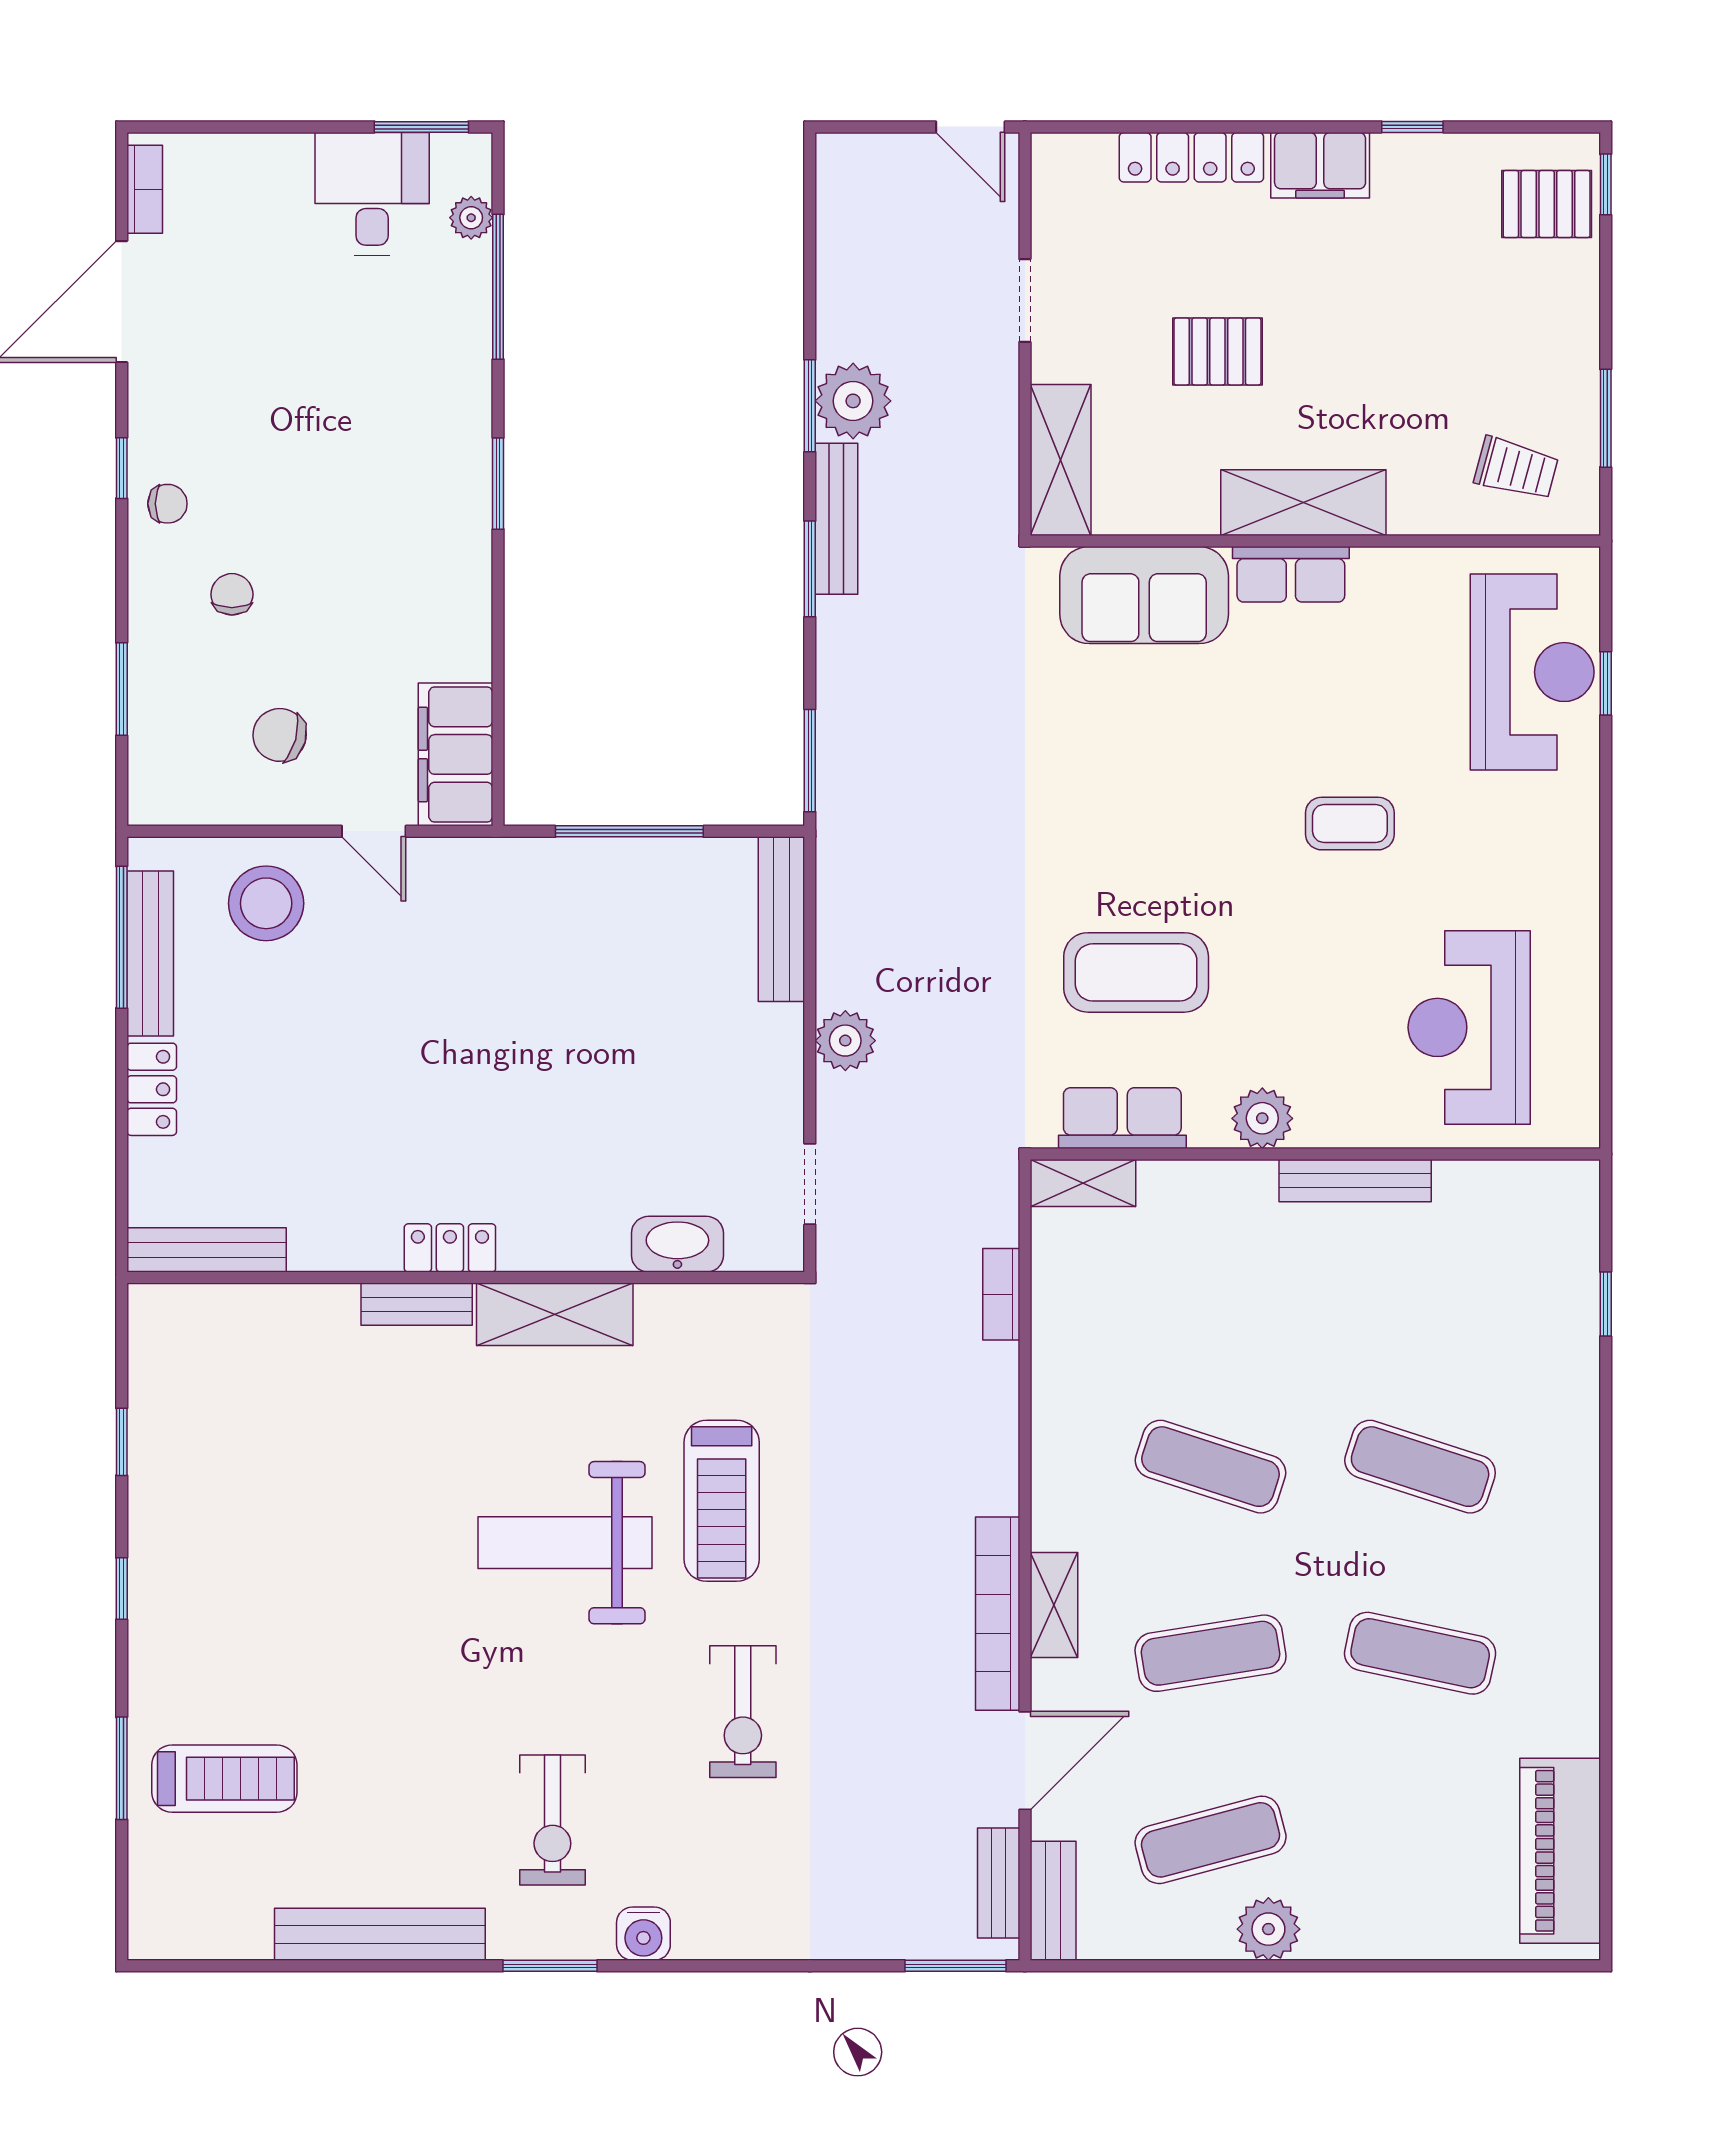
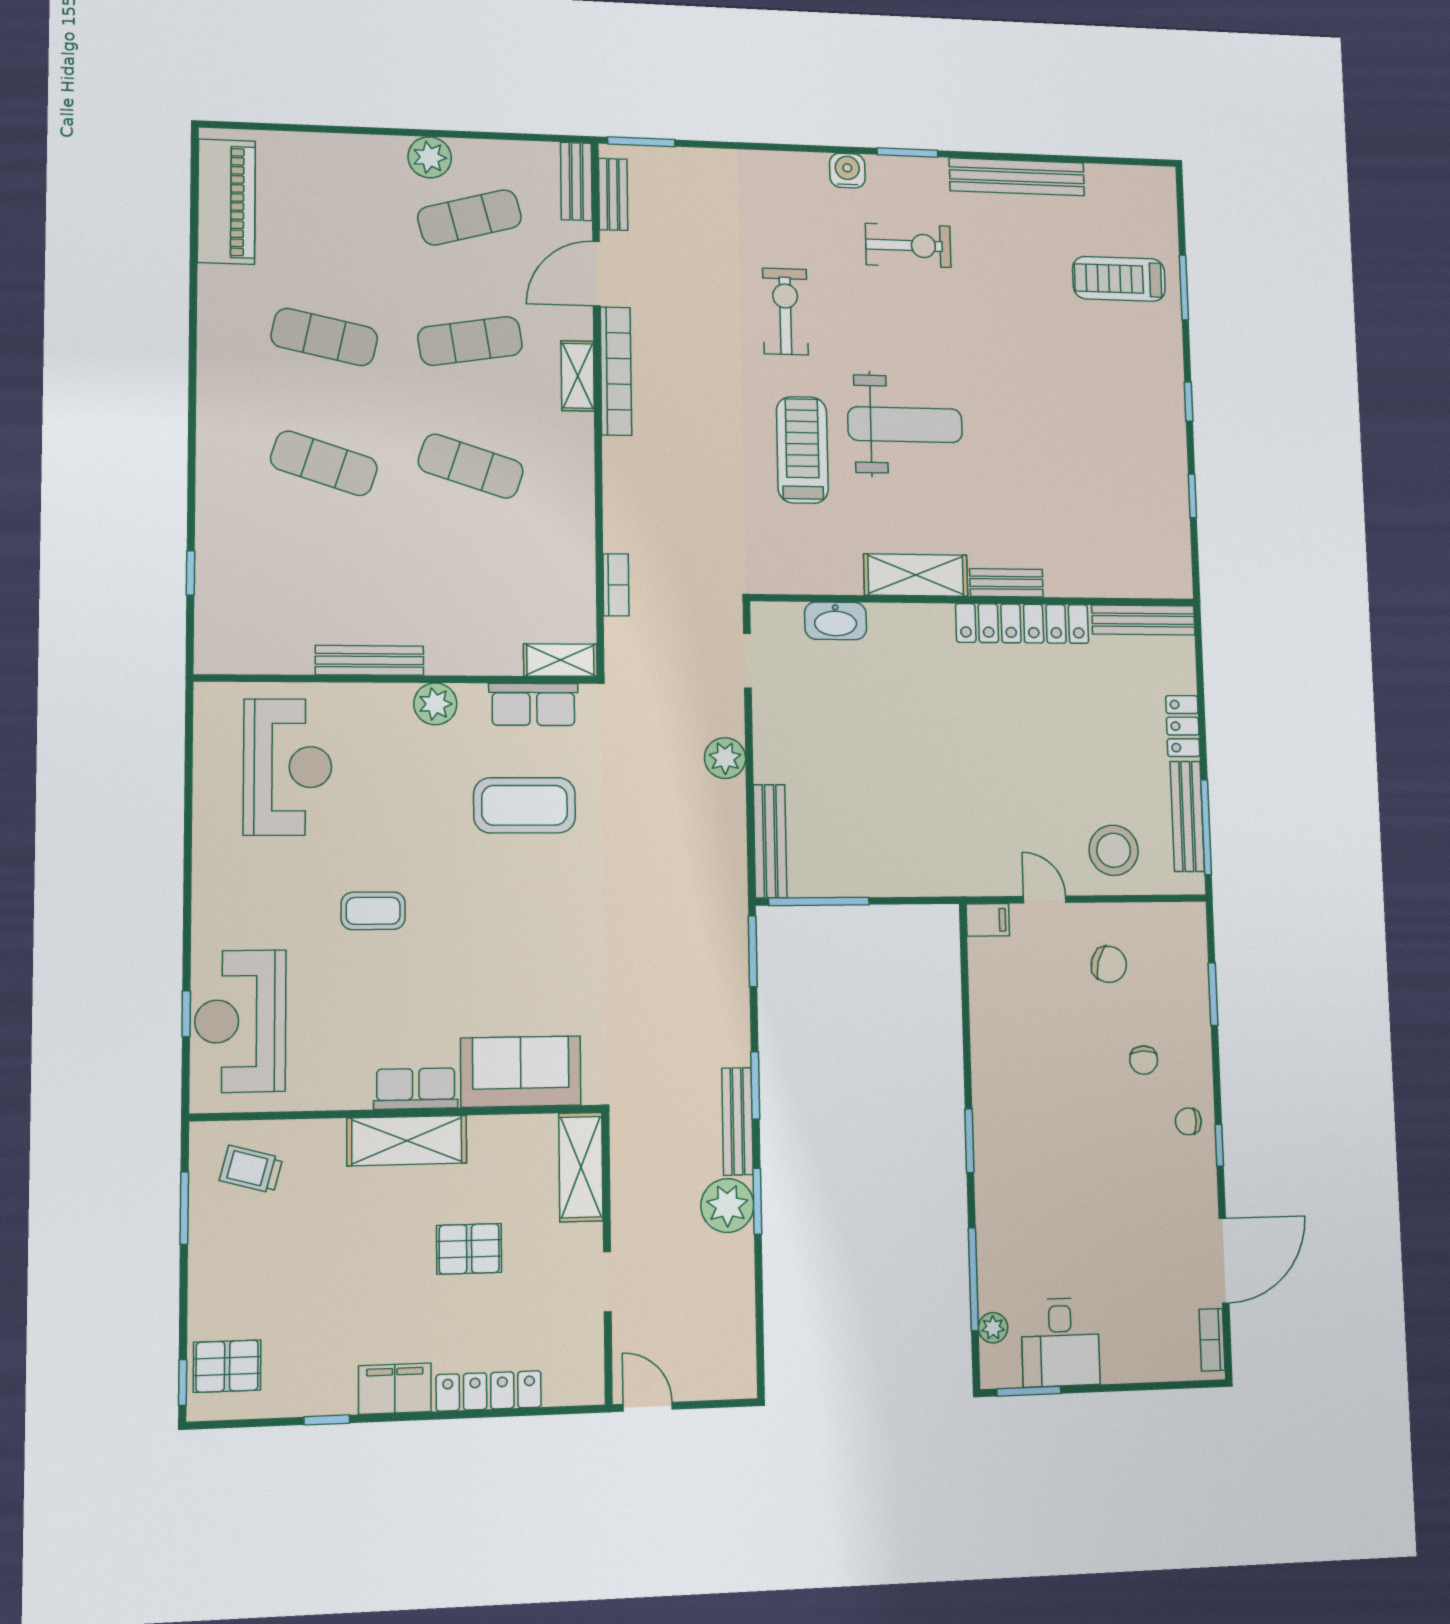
filing cabinet: (456, 754) -> (988, 920), width x0.33, depth x0.86
window: (629, 831) -> (819, 901), moved
locker: (450, 1248) -> (1022, 624), width x2.16, depth x1.21
exercise bike: (552, 1820) -> (908, 245), turned 90

